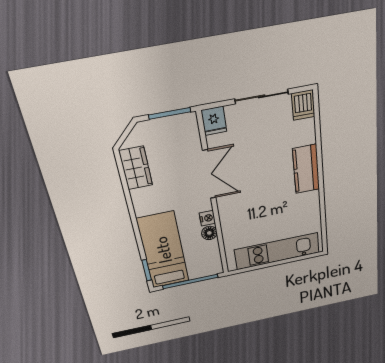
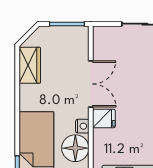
fridge: (214, 121) -> (104, 119), moved, turned -90
floor lamp: (209, 233) -> (75, 148), width x1.89, depth x1.89

